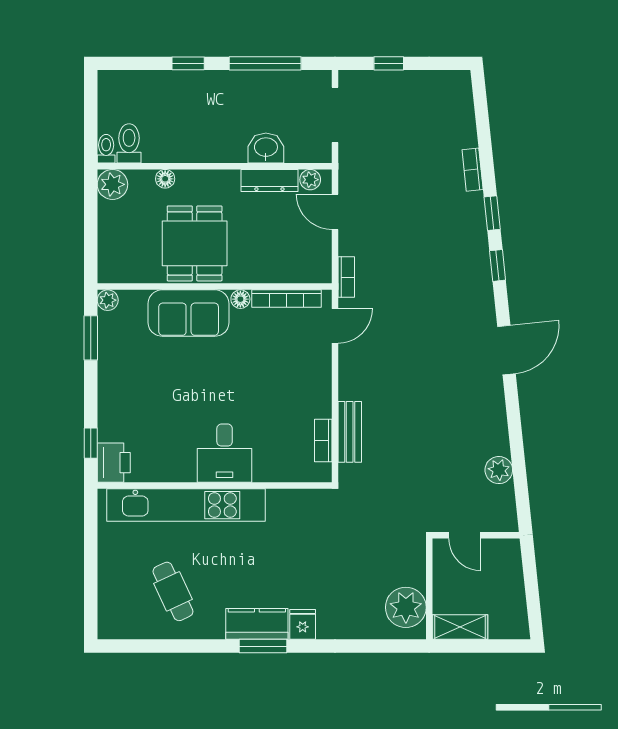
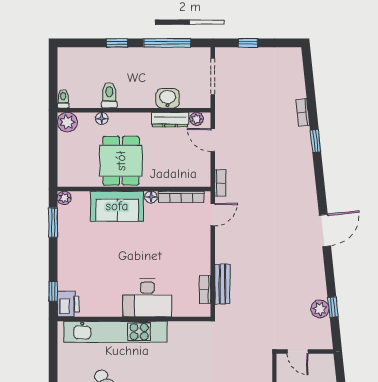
toilet: (129, 143) -> (109, 95), moved
window: (498, 265) -> (333, 307), moved
desk: (225, 453) -> (147, 298), width x1.37

